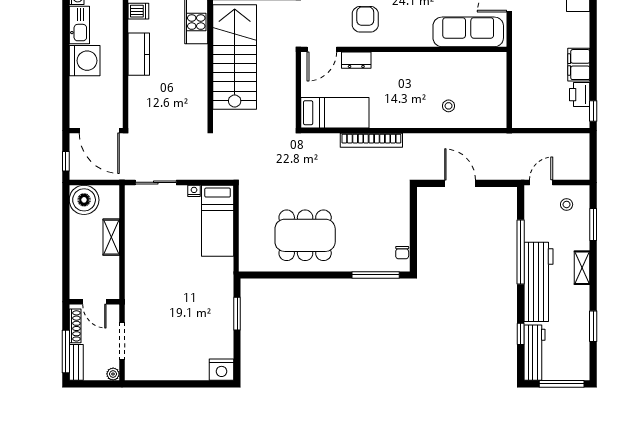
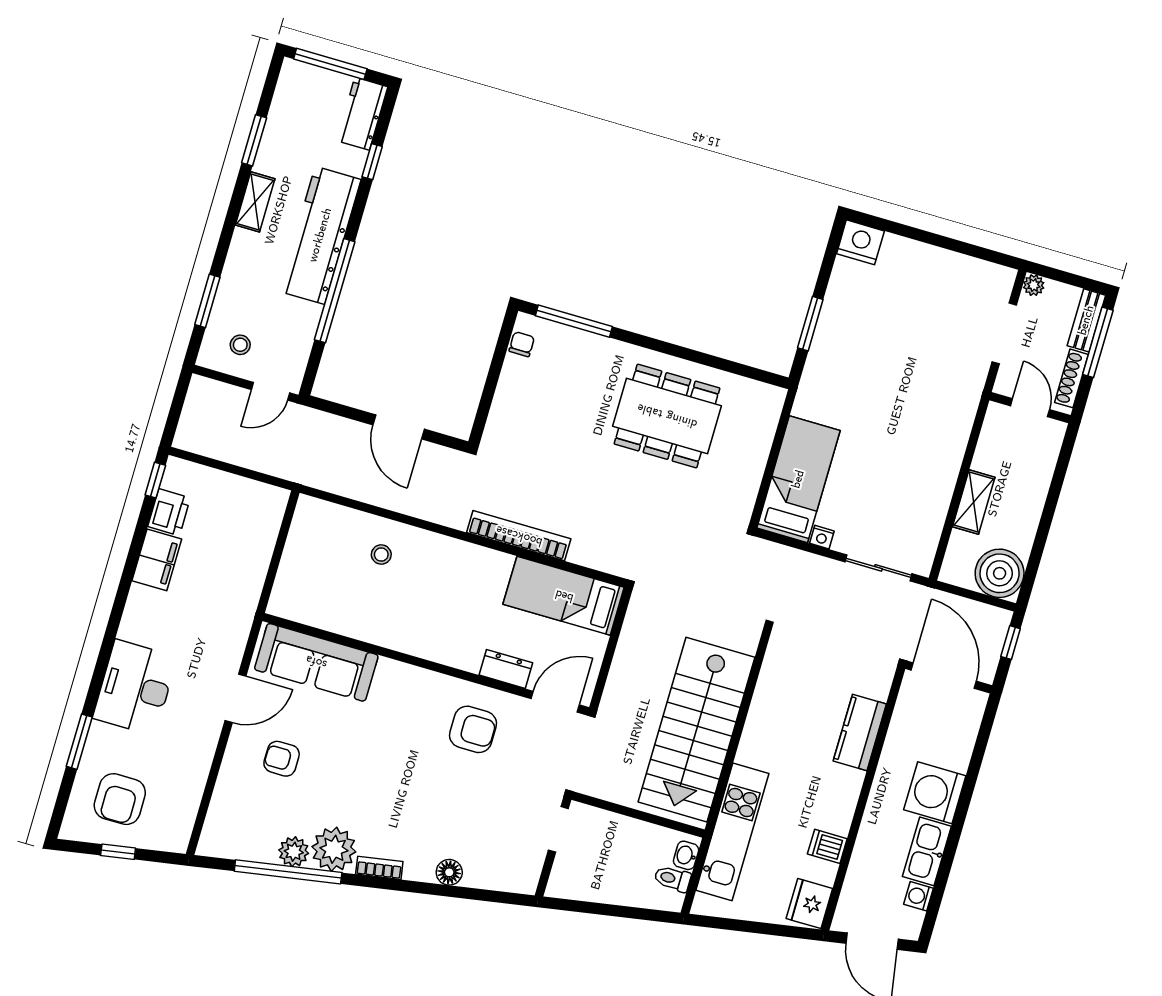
armchair: (365, 19) -> (473, 729), turned -90
kitchen counter: (139, 54) -> (860, 732), moved
shelving: (582, 268) -> (255, 202), moved
workbench: (534, 353) -> (362, 114), width x0.73

